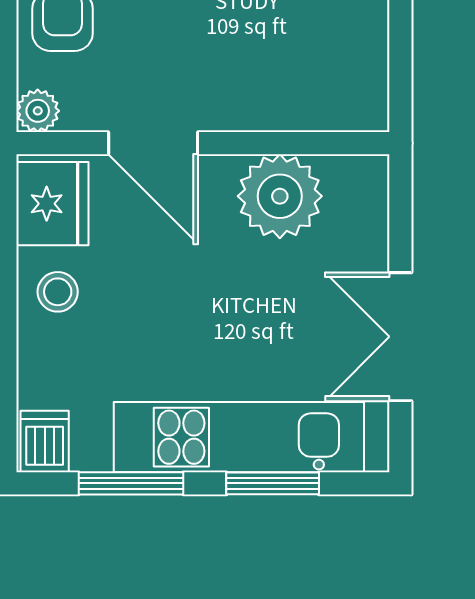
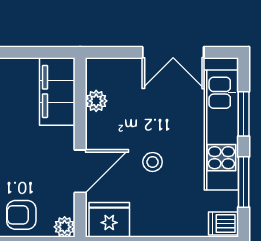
filing cabinet: (319, 96) -> (57, 91), added
plant: (280, 196) -> (96, 101), width x0.53, depth x0.53
stool: (58, 292) -> (153, 162), moved

